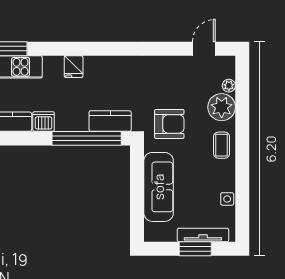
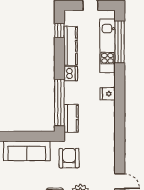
armchair: (169, 124) -> (69, 158), turned 180

